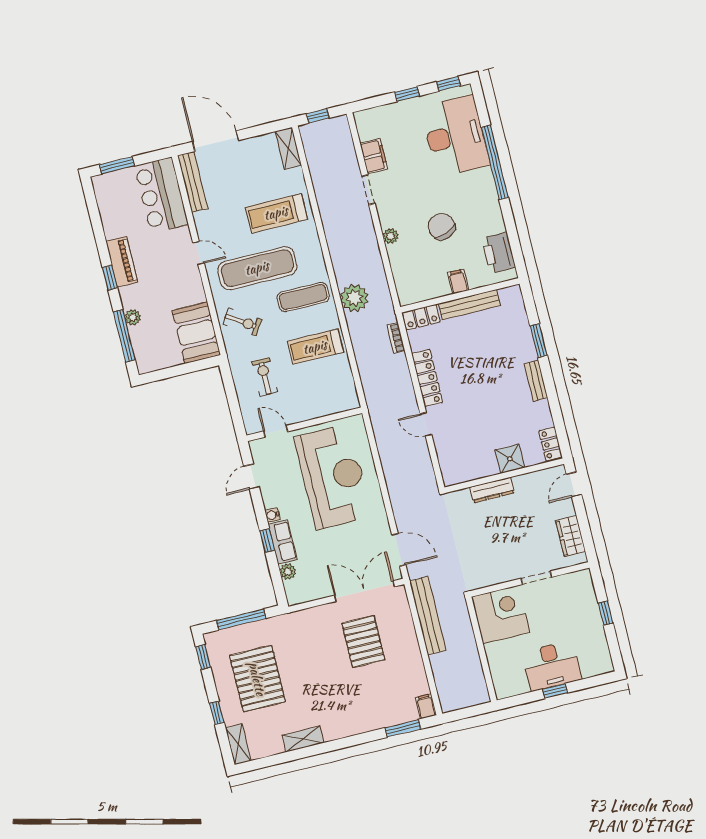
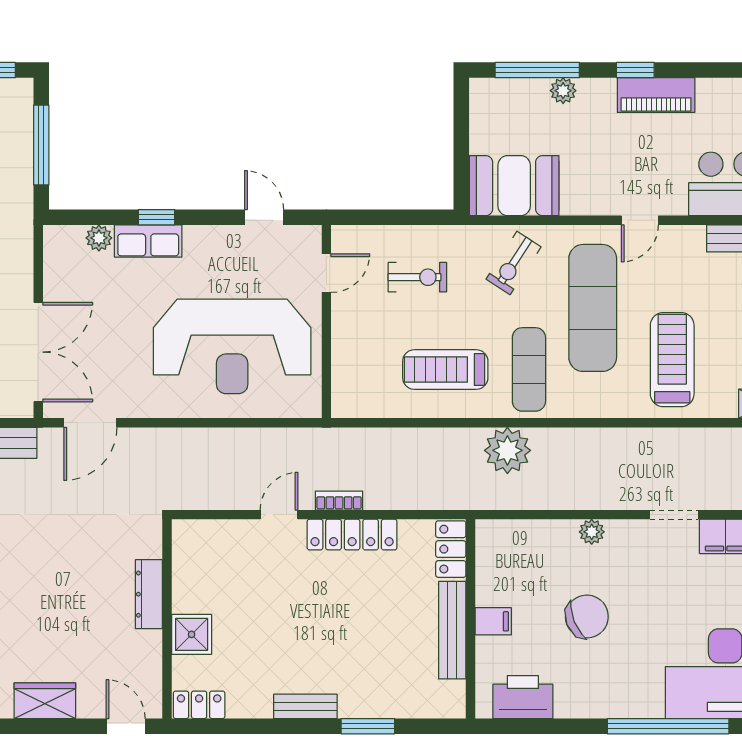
bookcase: (396, 338) -> (339, 501), moved
treadmill: (315, 347) -> (445, 370), turned -90
water cooler: (272, 515) -> (195, 235), removed

